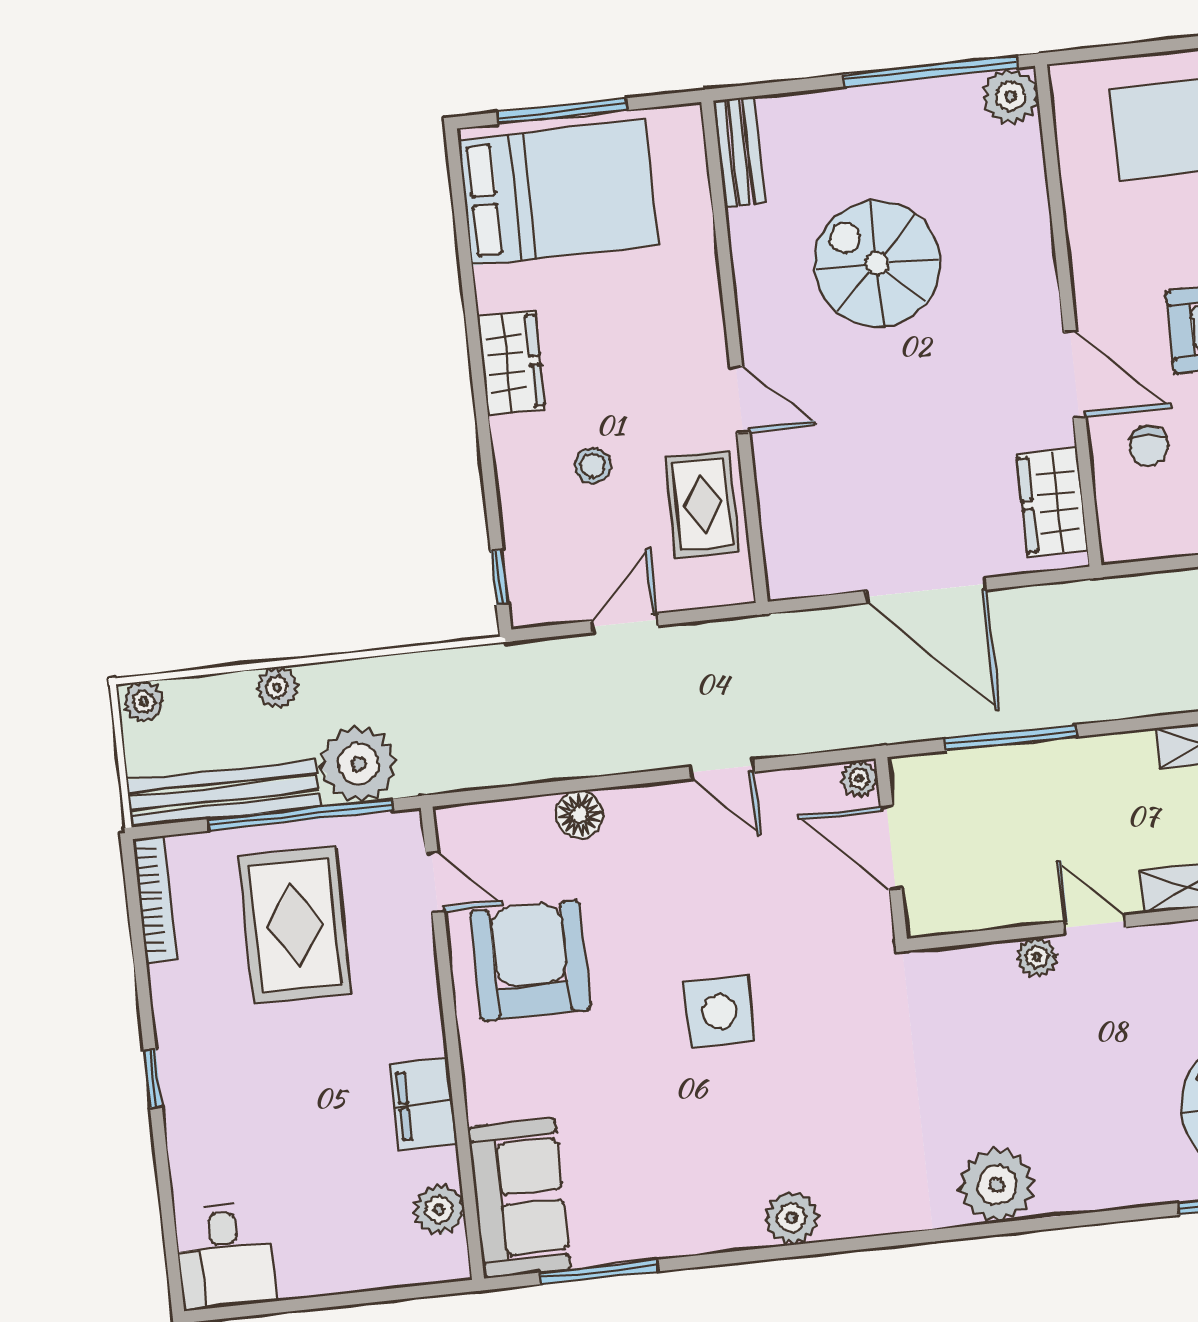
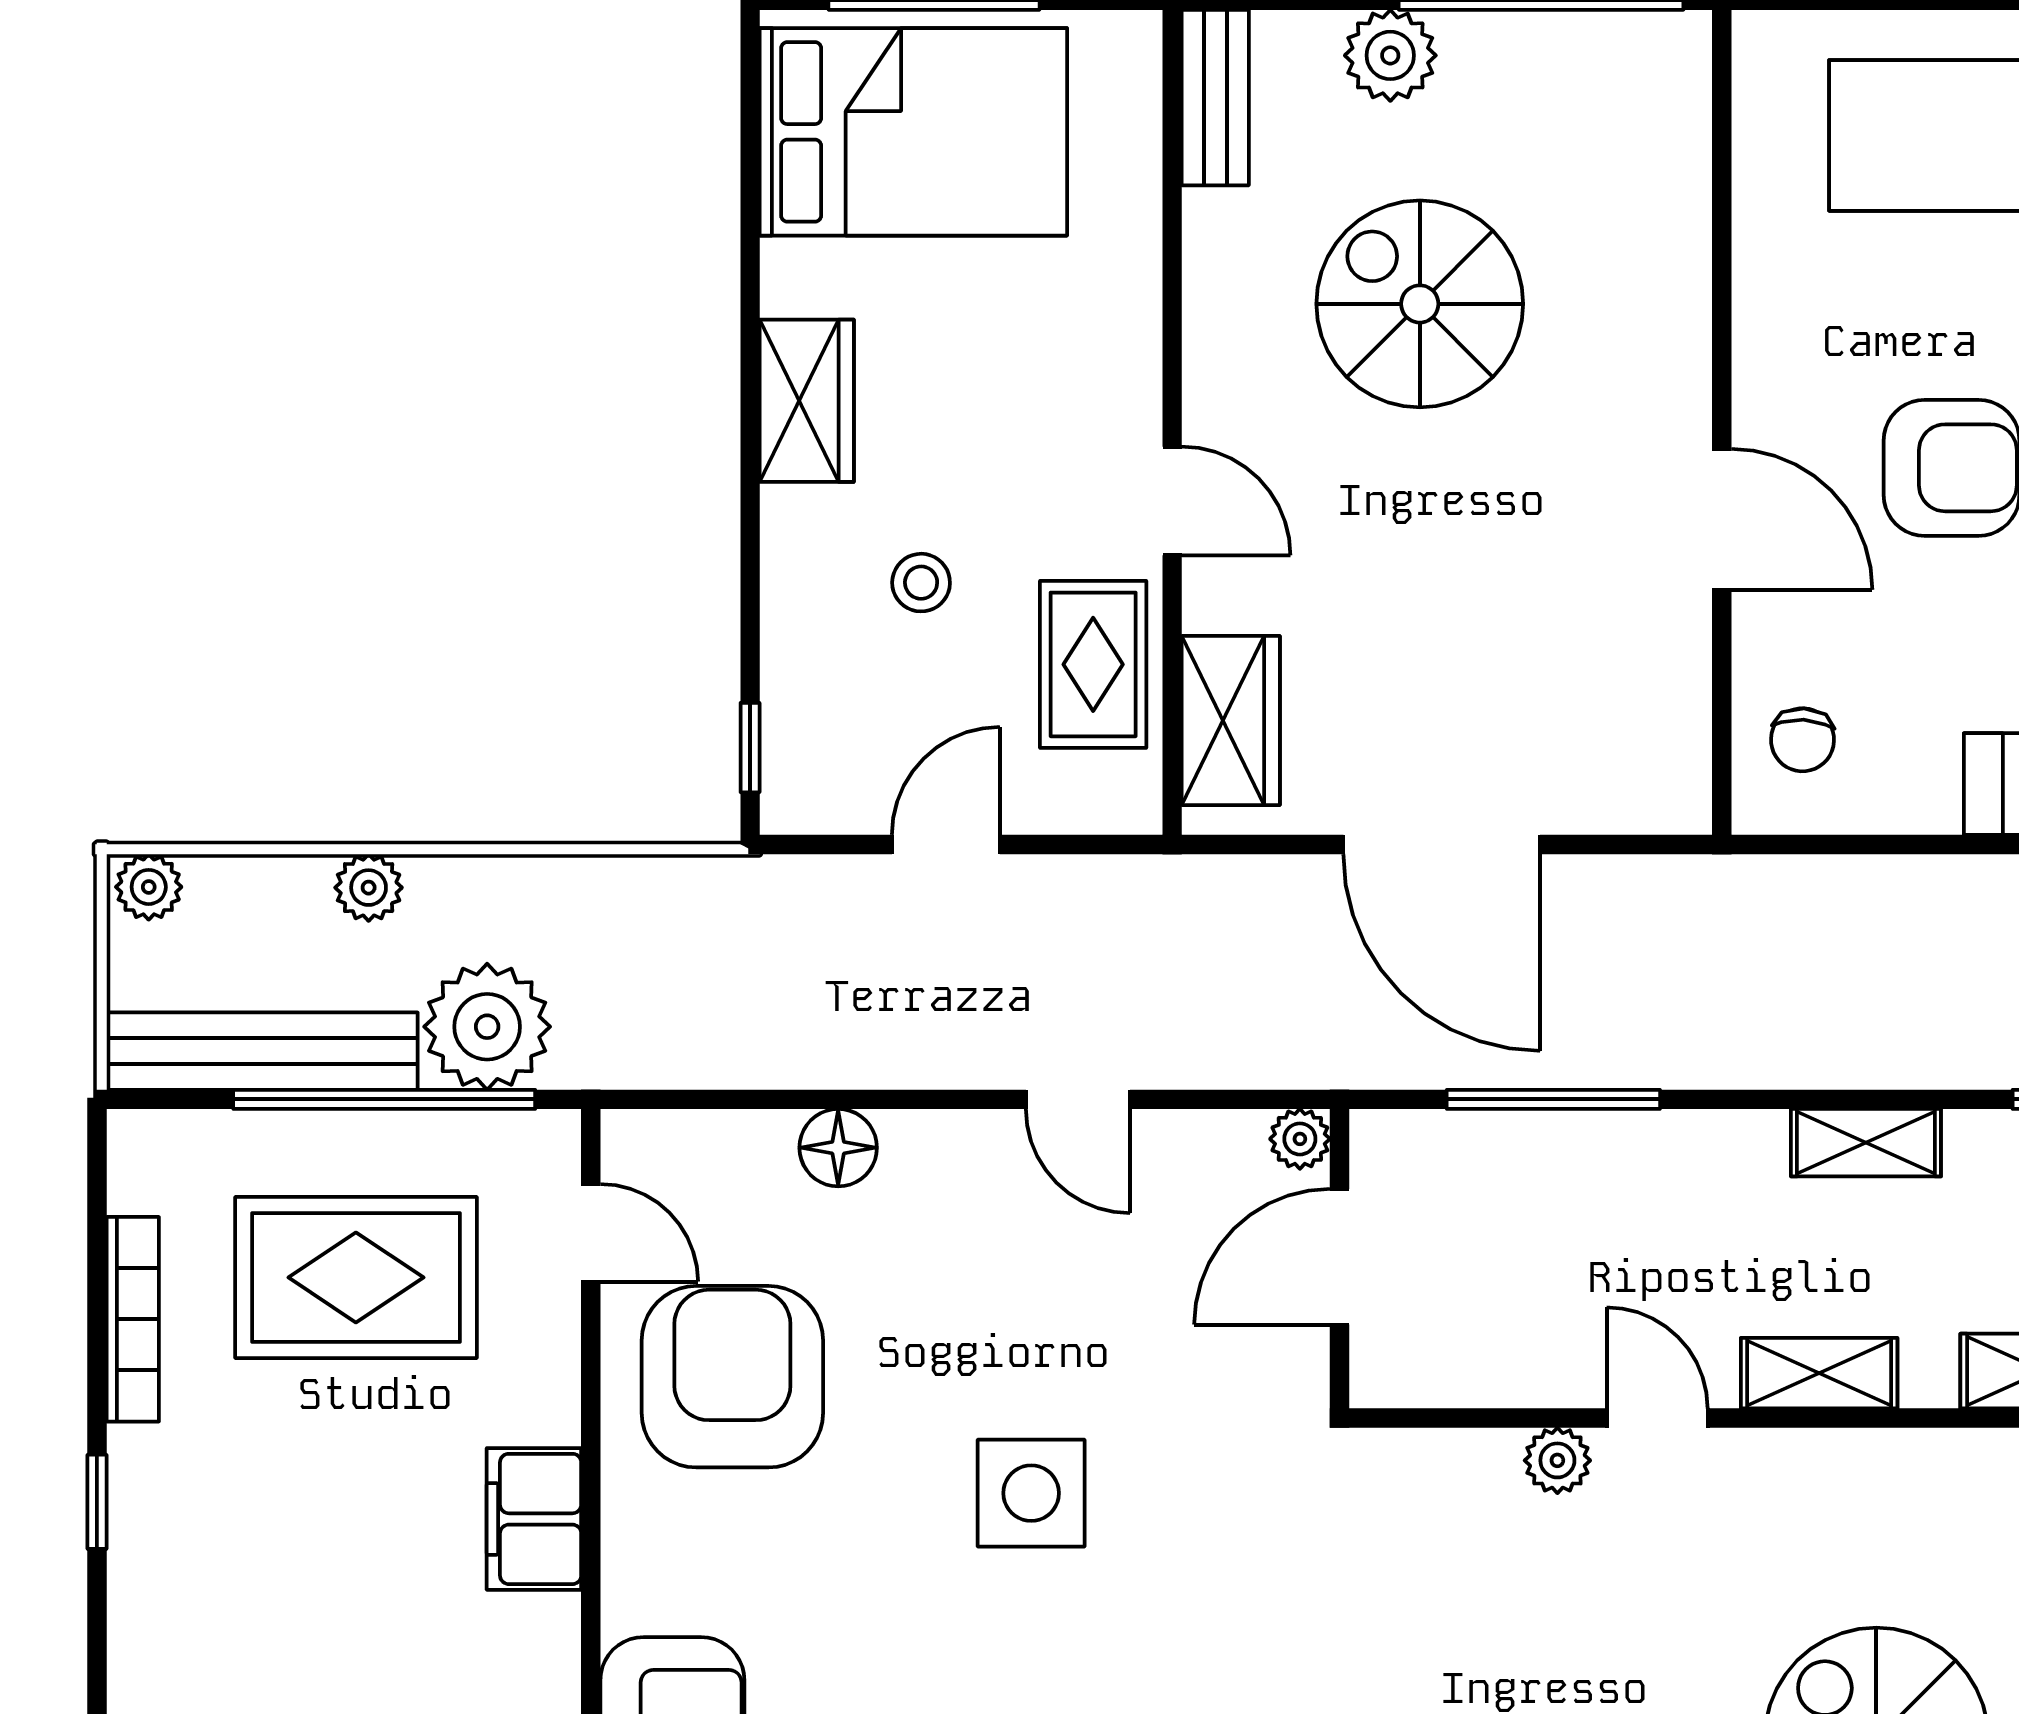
plant: (1011, 96) -> (1390, 55), moved
chair: (1148, 446) -> (1802, 740), moved
wardrobe: (1053, 502) -> (1231, 720), moved, turned 180
door: (891, 848) -> (1339, 1257), hinge flipped
bookcase: (155, 899) -> (133, 1319), moved
rug: (295, 925) -> (356, 1277), turned 90
filing cabinet: (424, 1104) -> (534, 1519), moved

